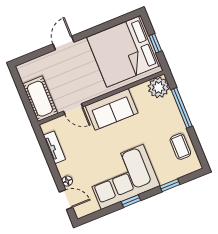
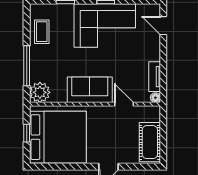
cot: (40, 99) -> (150, 142), moved
floor lamp: (67, 181) -> (155, 98), moved

